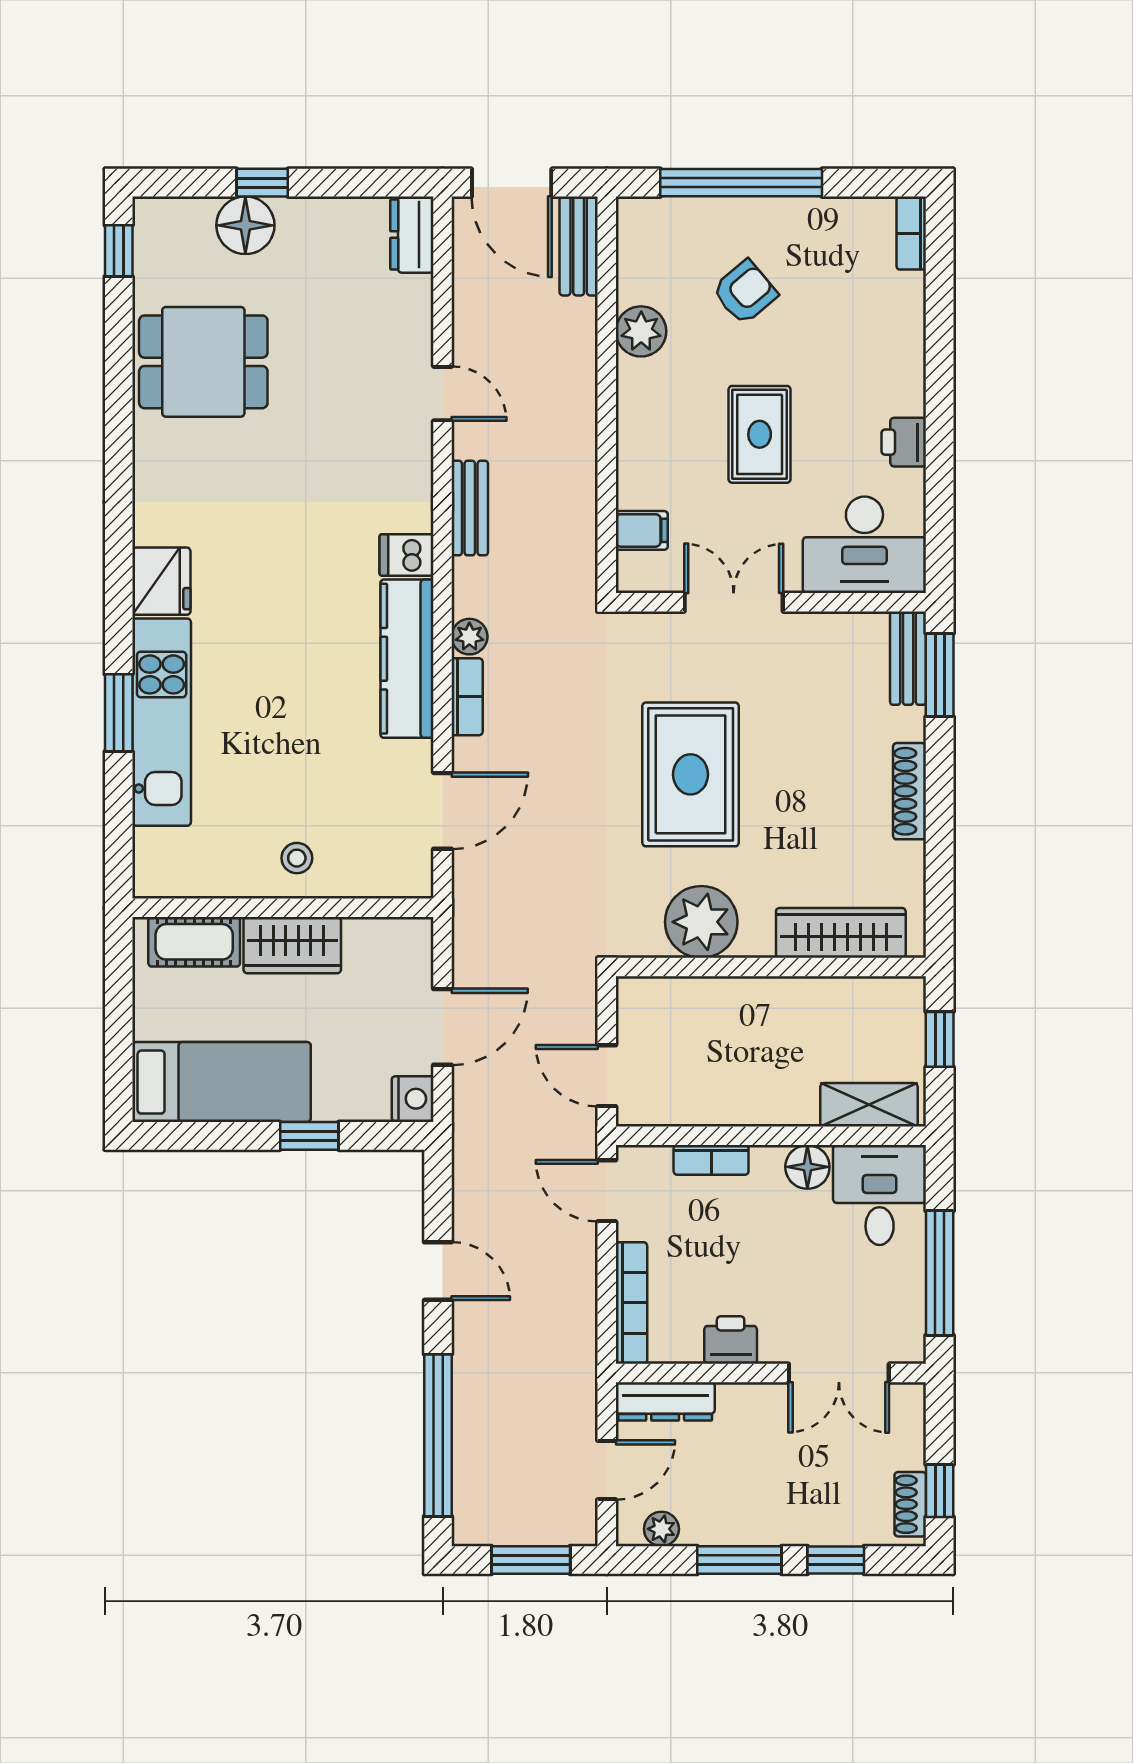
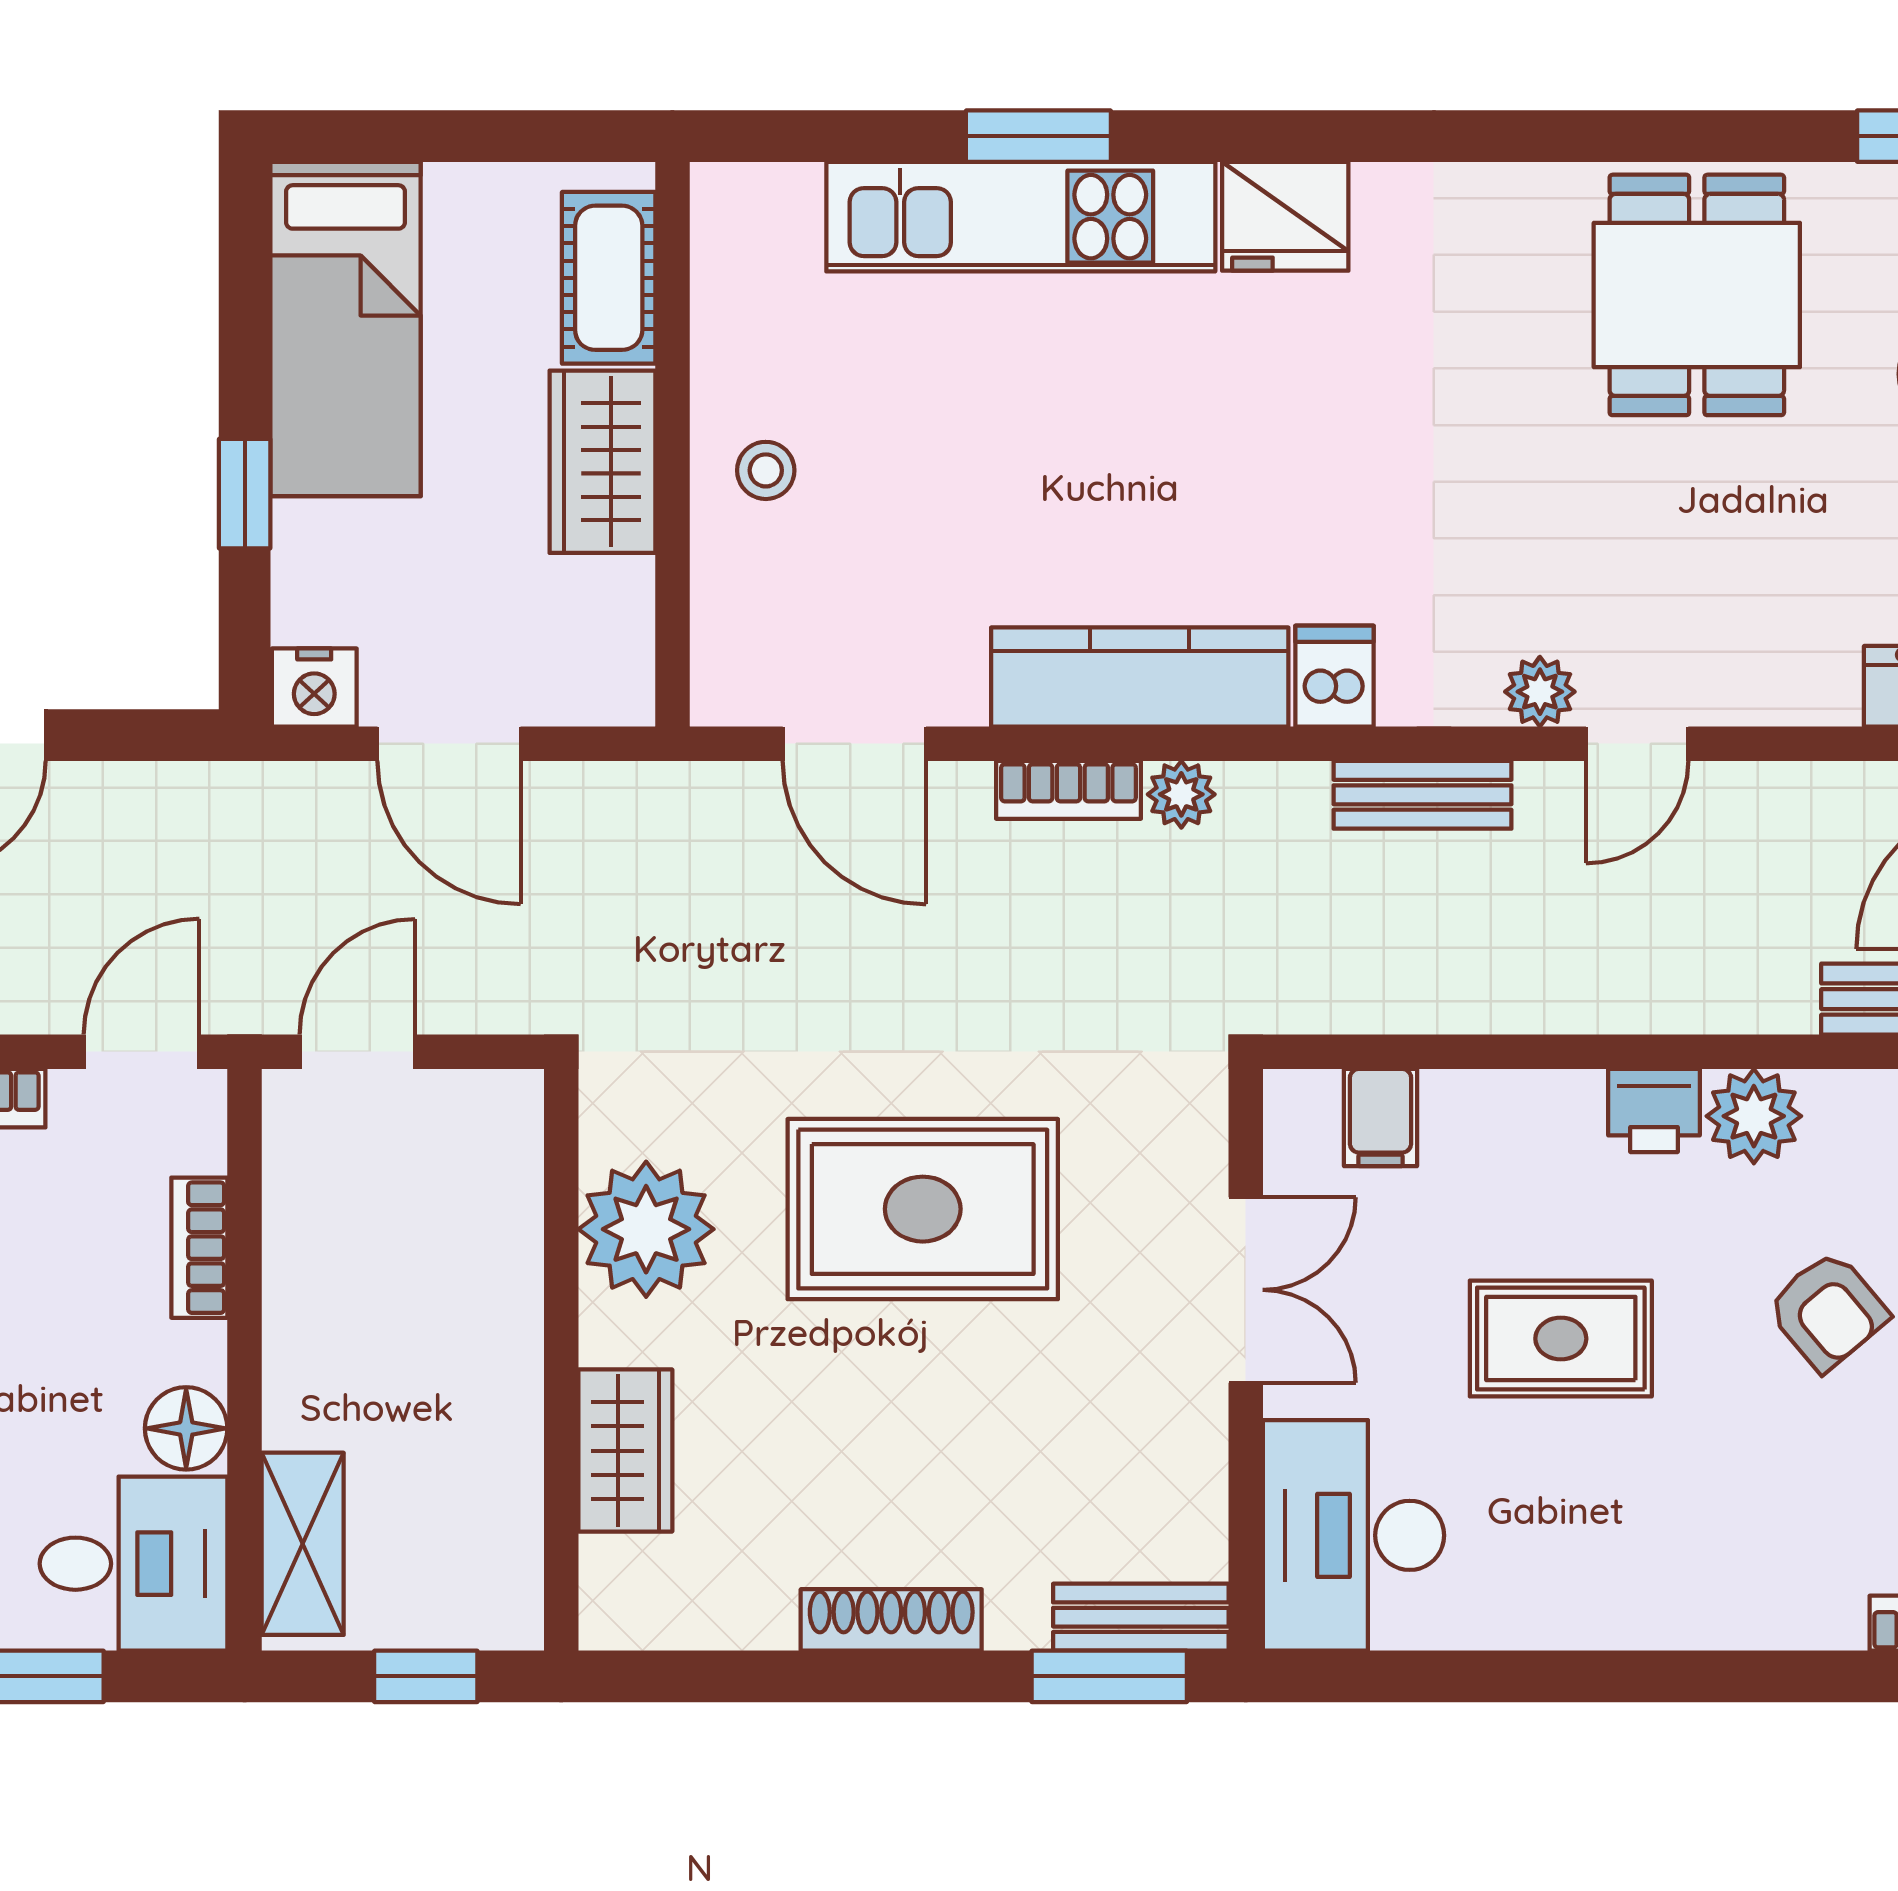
printer: (904, 442) -> (1654, 1110), moved, turned 180
plant: (415, 445) -> (1540, 692), added
wardrobe: (841, 933) -> (625, 1451), width x0.67

